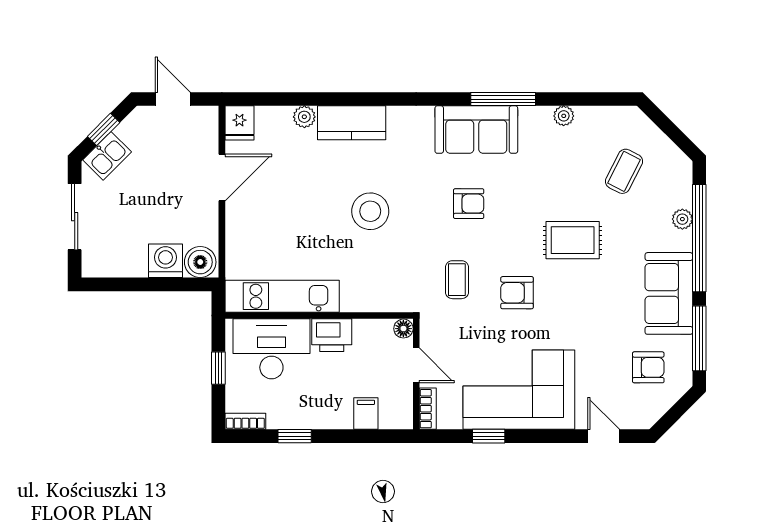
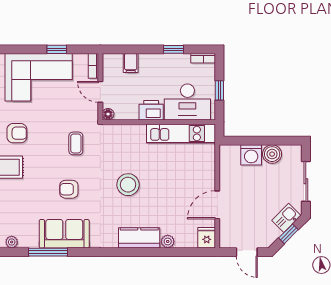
boiler: (200, 262) -> (272, 154), moved
armchair: (517, 293) -> (17, 133), moved

